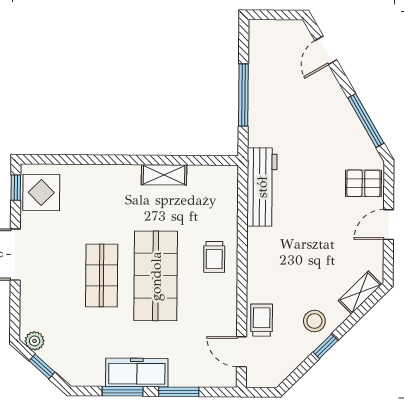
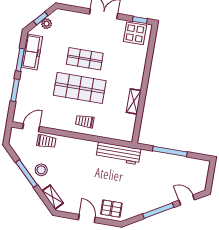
window: (366, 121) -> (158, 211), moved
pallet: (363, 183) -> (111, 209), turned 90
plant: (35, 341) -> (47, 24), moved
window: (325, 346) -> (27, 174), width x2.17
freezer: (137, 373) -> (32, 52), moved

